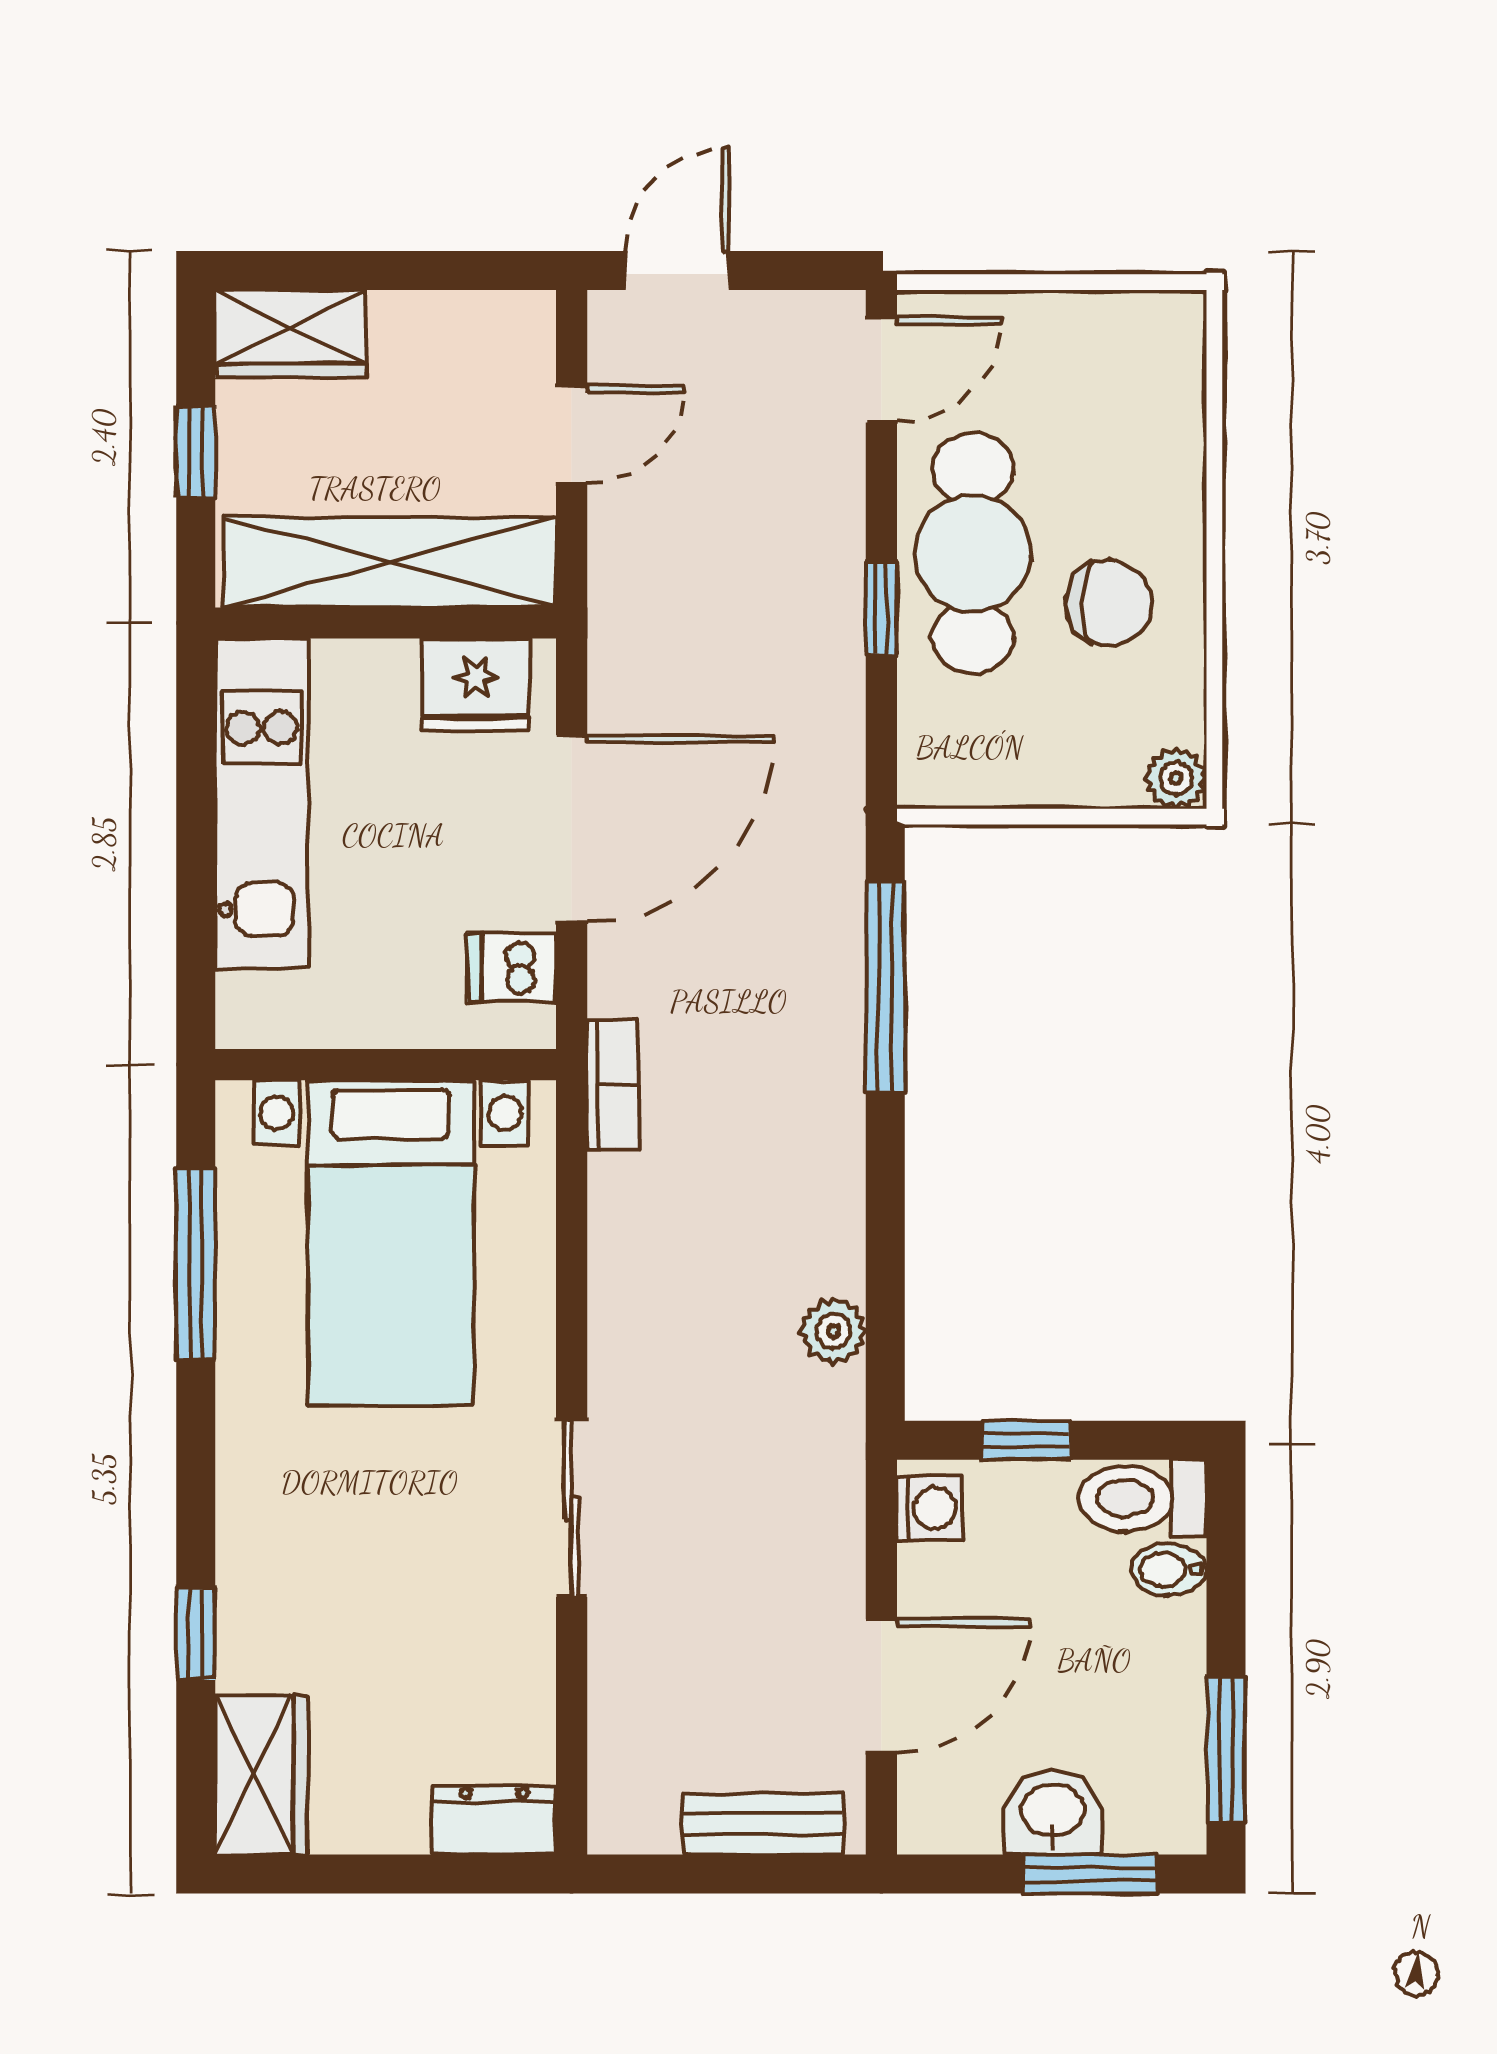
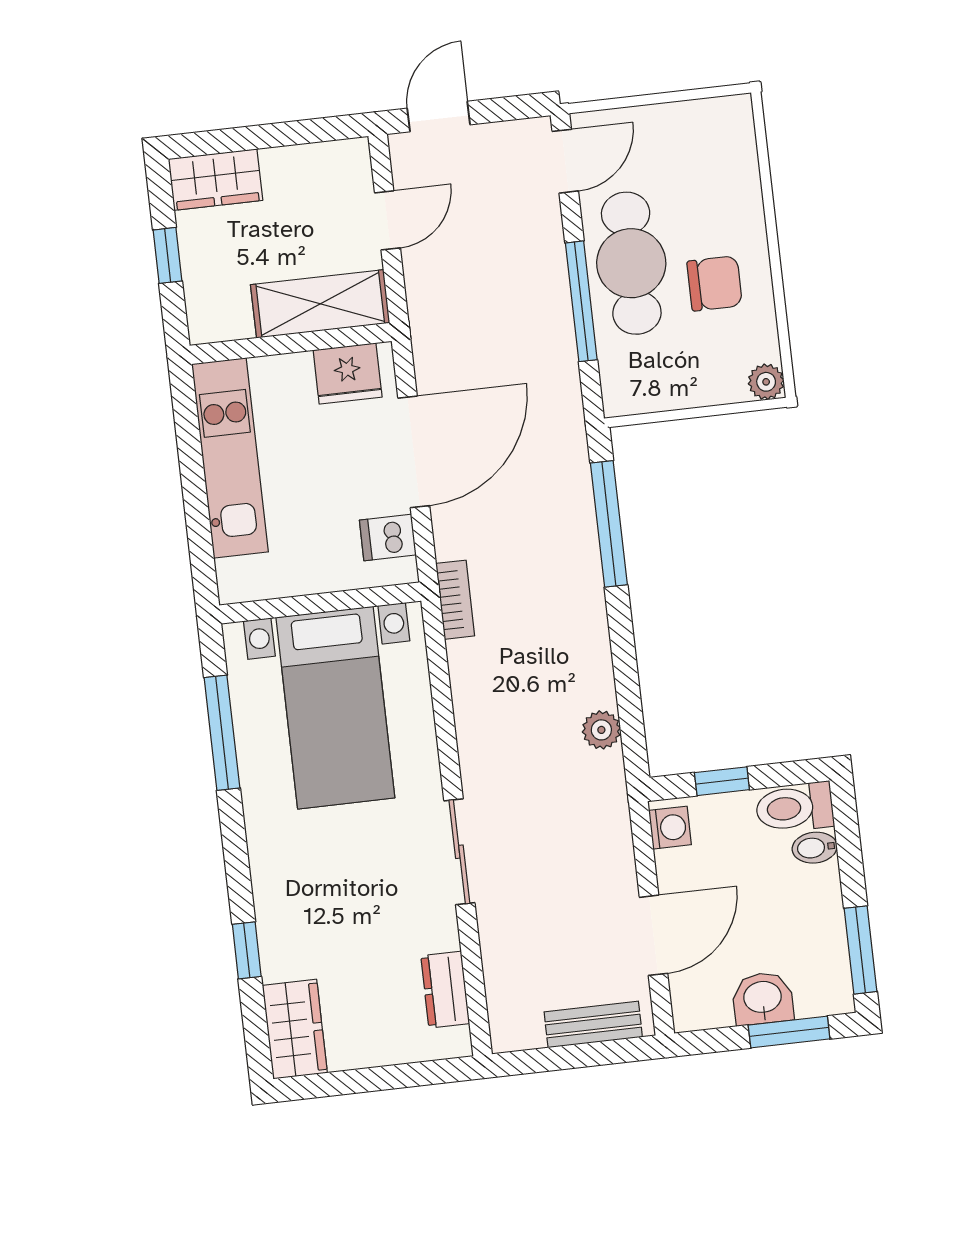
shelving: (390, 562) -> (320, 304), width x0.68
window: (881, 608) -> (581, 301), width x2.17
dresser: (494, 1820) -> (445, 990), moved, turned -90

